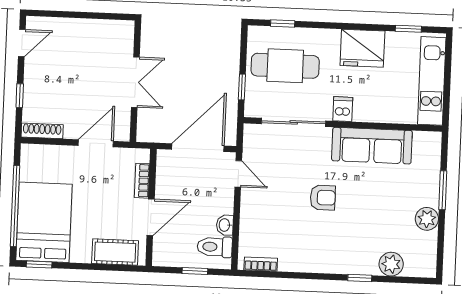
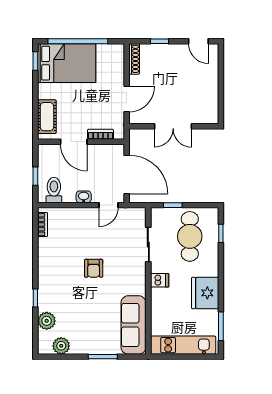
window: (408, 29) -> (221, 326), width x1.50
sliding door: (294, 122) -> (148, 244), width x0.73
door: (96, 143) -> (127, 99), hinge flipped
sofa: (372, 146) -> (133, 325), moved
plant: (427, 219) -> (61, 346), moved
washbasin: (225, 225) -> (84, 197), moved

